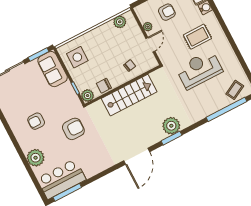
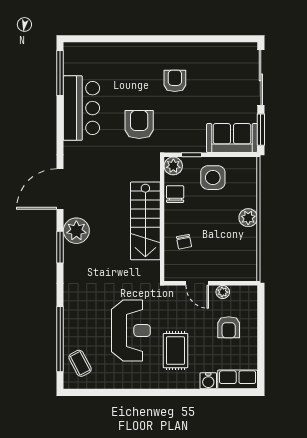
plant: (120, 22) -> (248, 218), moved
side table: (77, 57) -> (213, 178), moved
plant: (171, 126) -> (76, 231), moved
armchair: (73, 129) -> (139, 125), turned 180
door: (137, 156) -> (60, 189), hinge flipped
plant: (36, 158) -> (127, 55), removed
bar counter: (61, 179) -> (81, 108), moved

